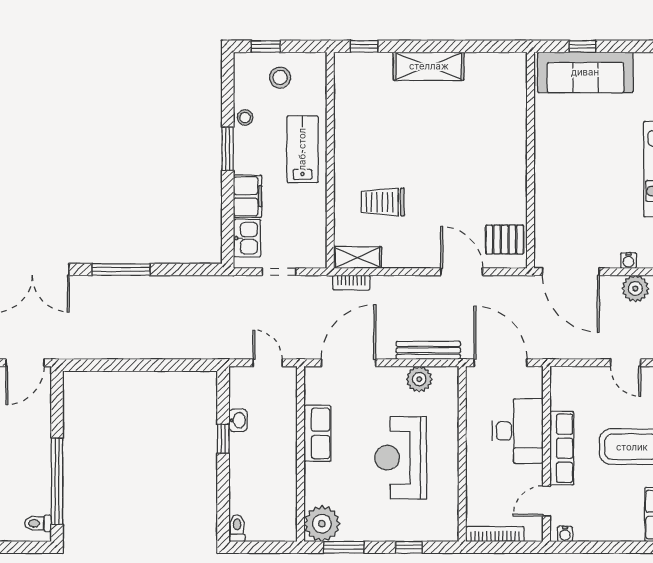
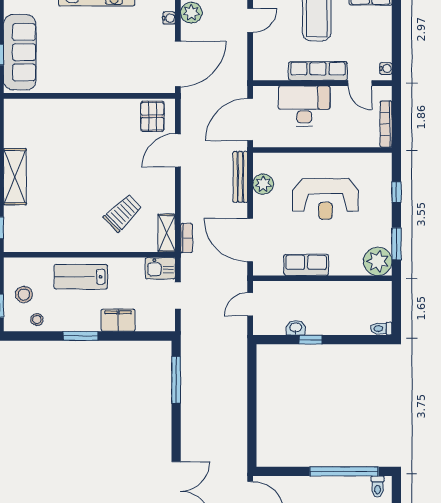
stool: (245, 117) -> (37, 319), moved
trolley: (383, 202) -> (123, 213), turned -134
kitchen sink: (247, 238) -> (160, 268), moved, turned 180
window: (121, 269) -> (176, 380), moved

